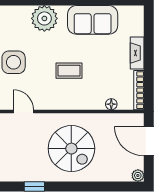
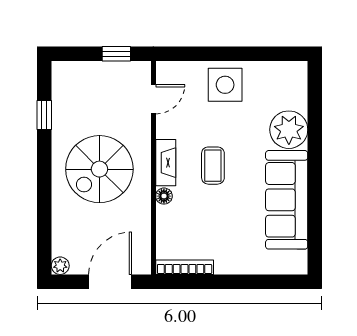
sofa: (93, 20) -> (287, 200), width x1.36
fireplace: (137, 53) -> (166, 163), moved, turned 90
floor lamp: (111, 104) -> (164, 196), moved

